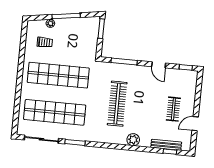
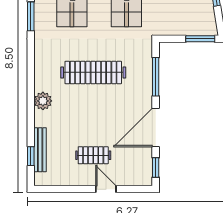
door: (159, 65) -> (156, 127), width x1.87
door: (195, 124) -> (106, 189), moved

